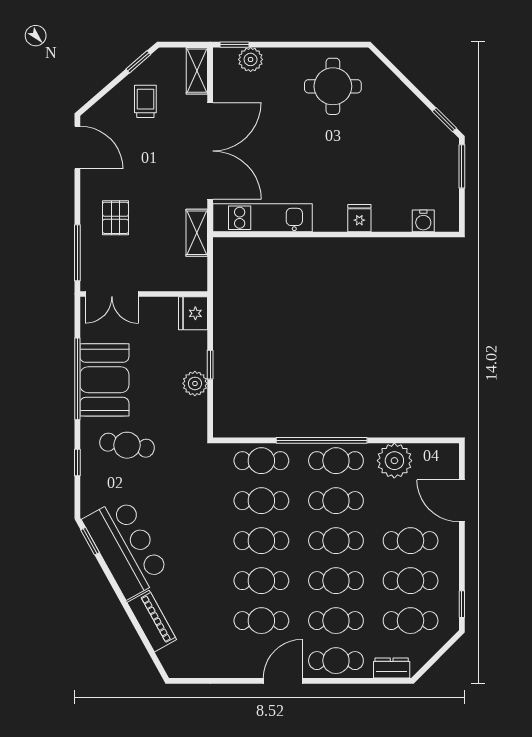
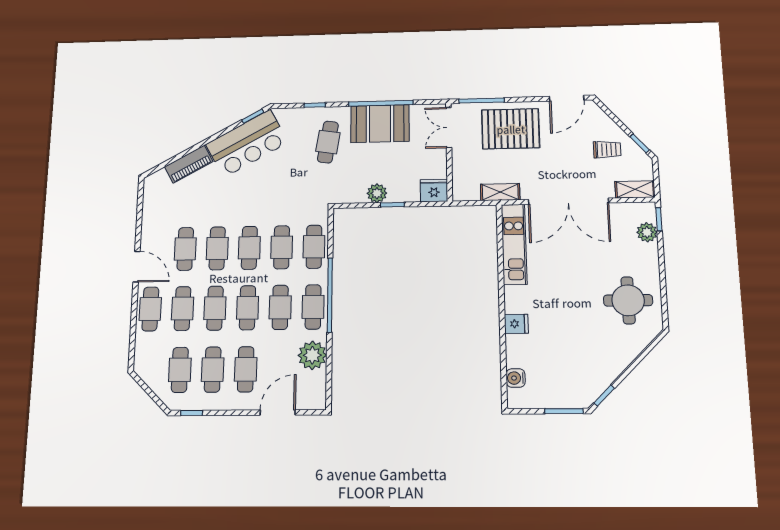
pallet: (115, 218) -> (511, 129), width x2.05, depth x2.00
dresser: (392, 668) -> (142, 354), removed

